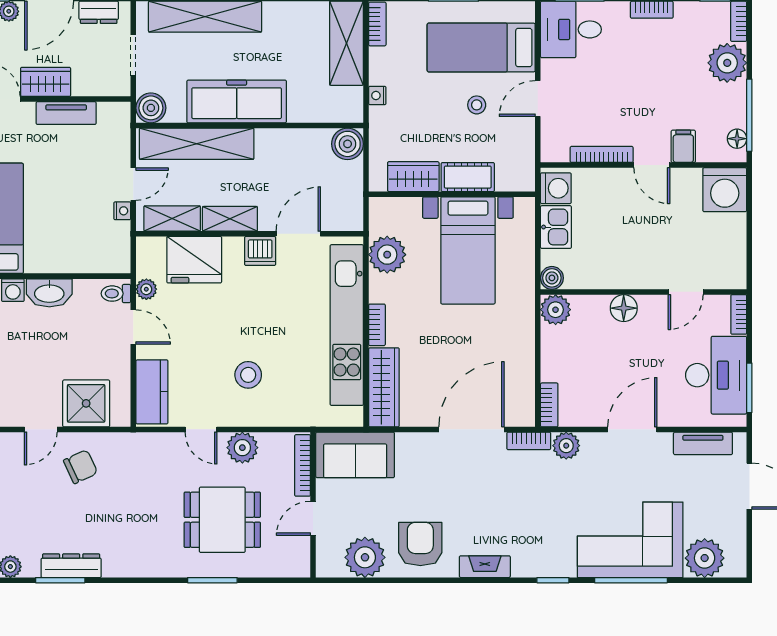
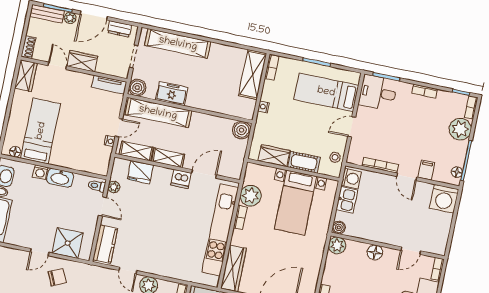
freezer: (237, 101) -> (172, 94), width x0.52, depth x0.79
stool: (477, 105) -> (335, 157), moved
tv unit: (66, 113) -> (109, 85), moved
fridge: (194, 260) -> (140, 172), width x0.73, depth x0.75
bookcase: (377, 325) -> (240, 217), moved
stool: (248, 375) -> (160, 246), removed

